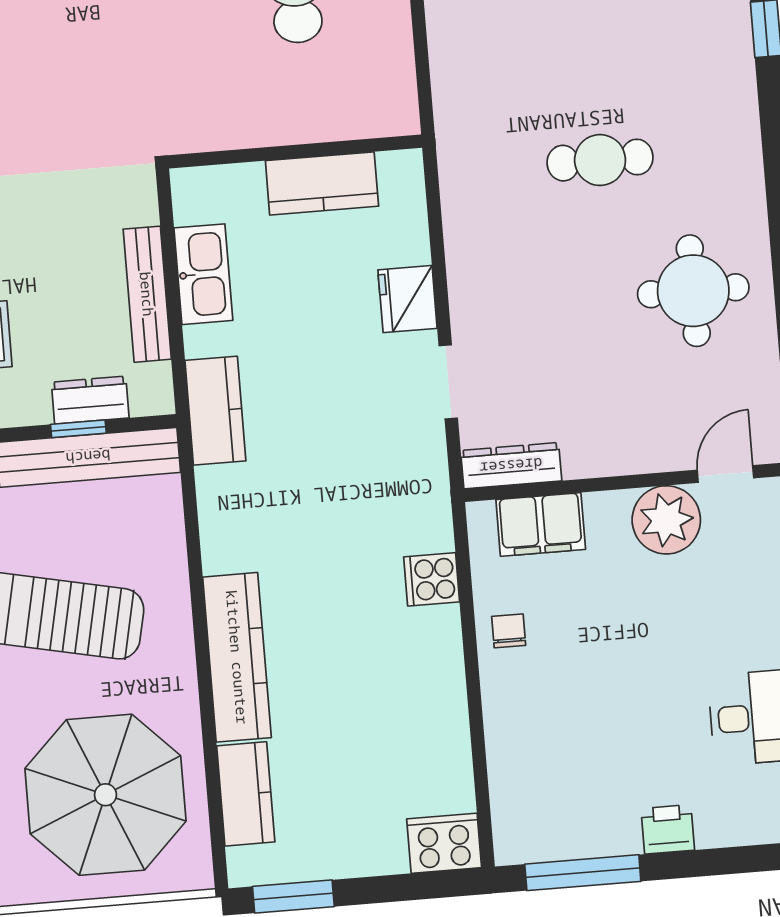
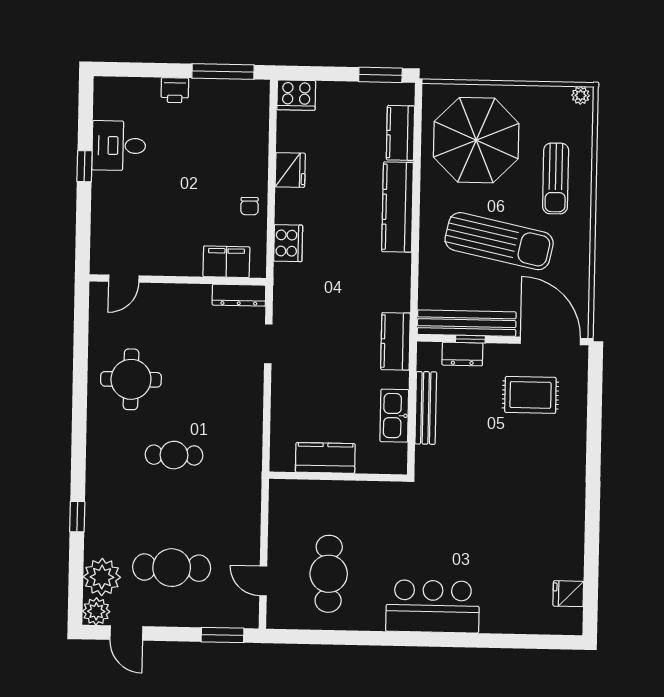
fridge: (408, 299) -> (290, 170), moved
plant: (666, 520) -> (158, 257), removed
cooker: (432, 579) -> (288, 243), width x1.36

